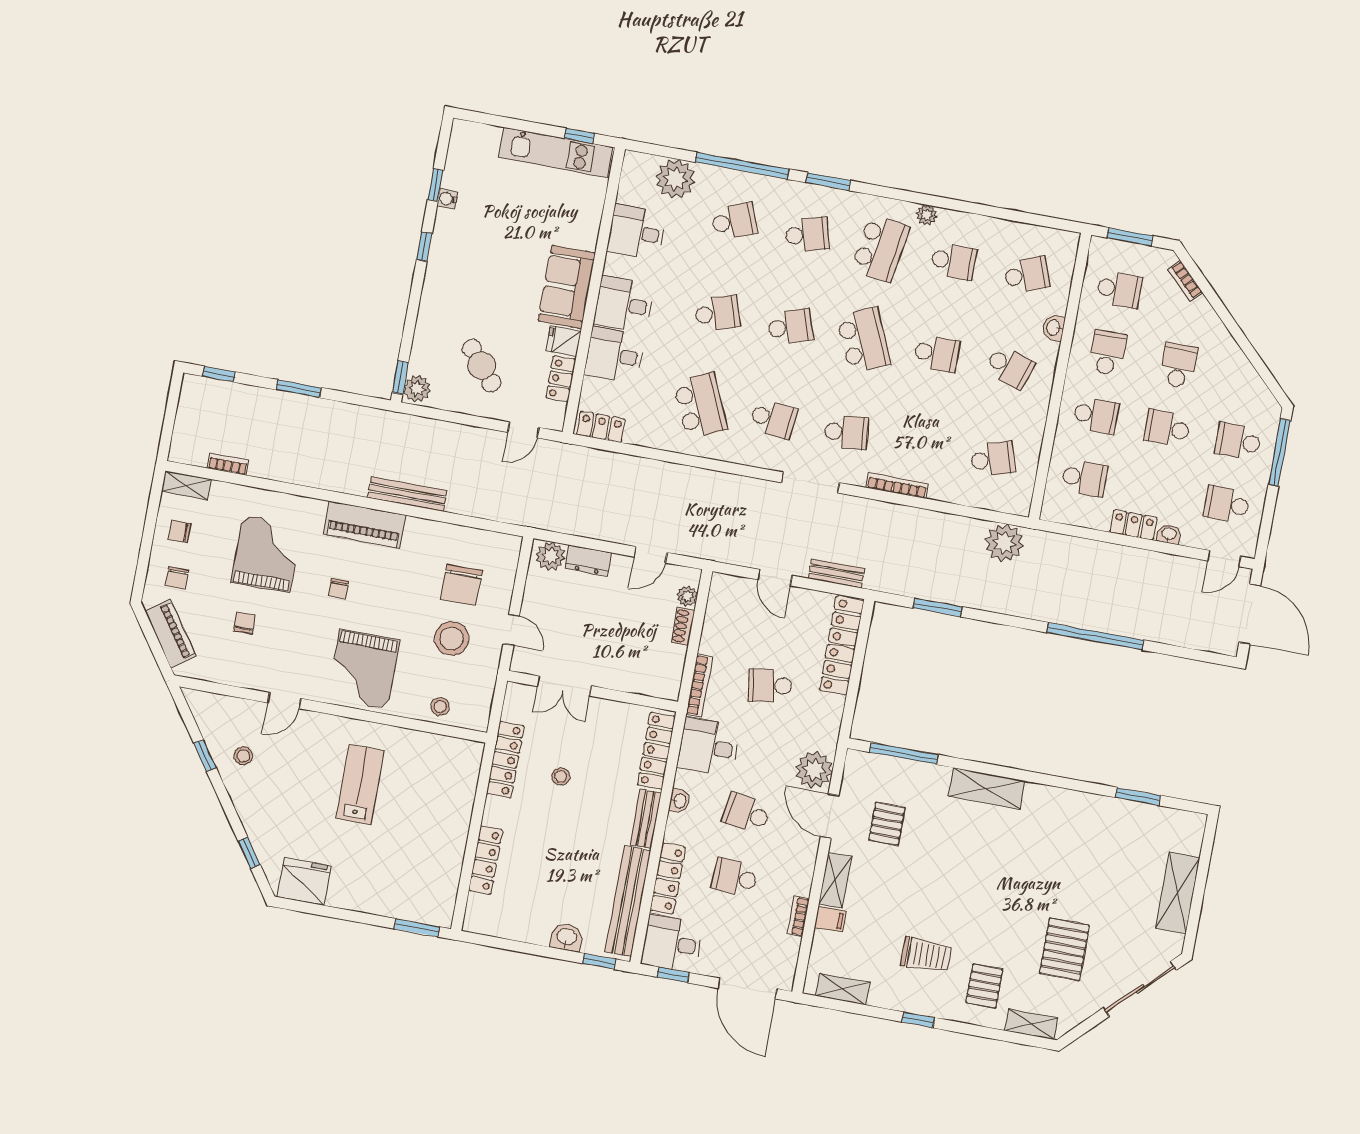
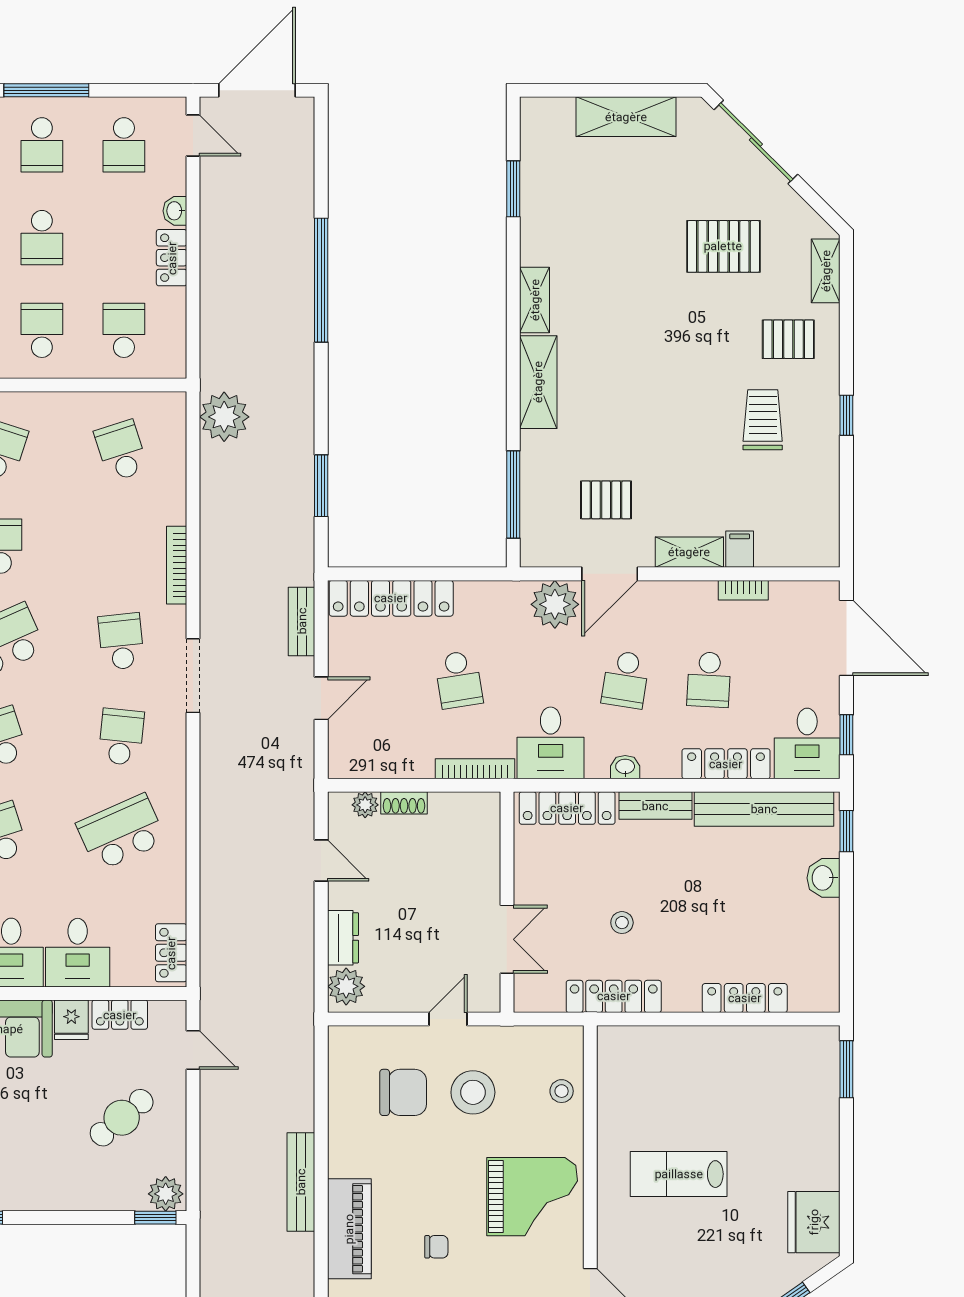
door: (747, 989) -> (846, 638), hinge flipped
shelving: (843, 989) -> (535, 300), moved

